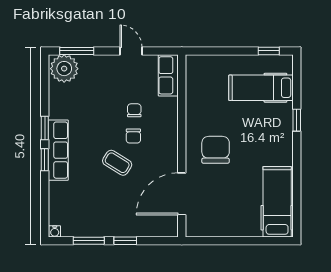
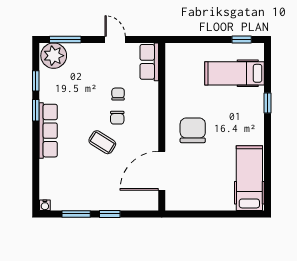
window: (45, 160) -> (36, 81), moved

